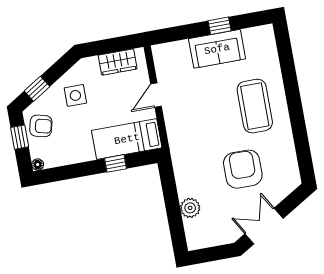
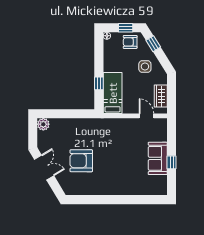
door: (156, 95) -> (146, 116), moved
coffee table: (255, 106) -> (118, 175), removed
armchair: (41, 126) -> (130, 42), turned 76
armchair: (243, 169) -> (81, 161), turned 180
plant: (190, 208) -> (43, 124), moved

